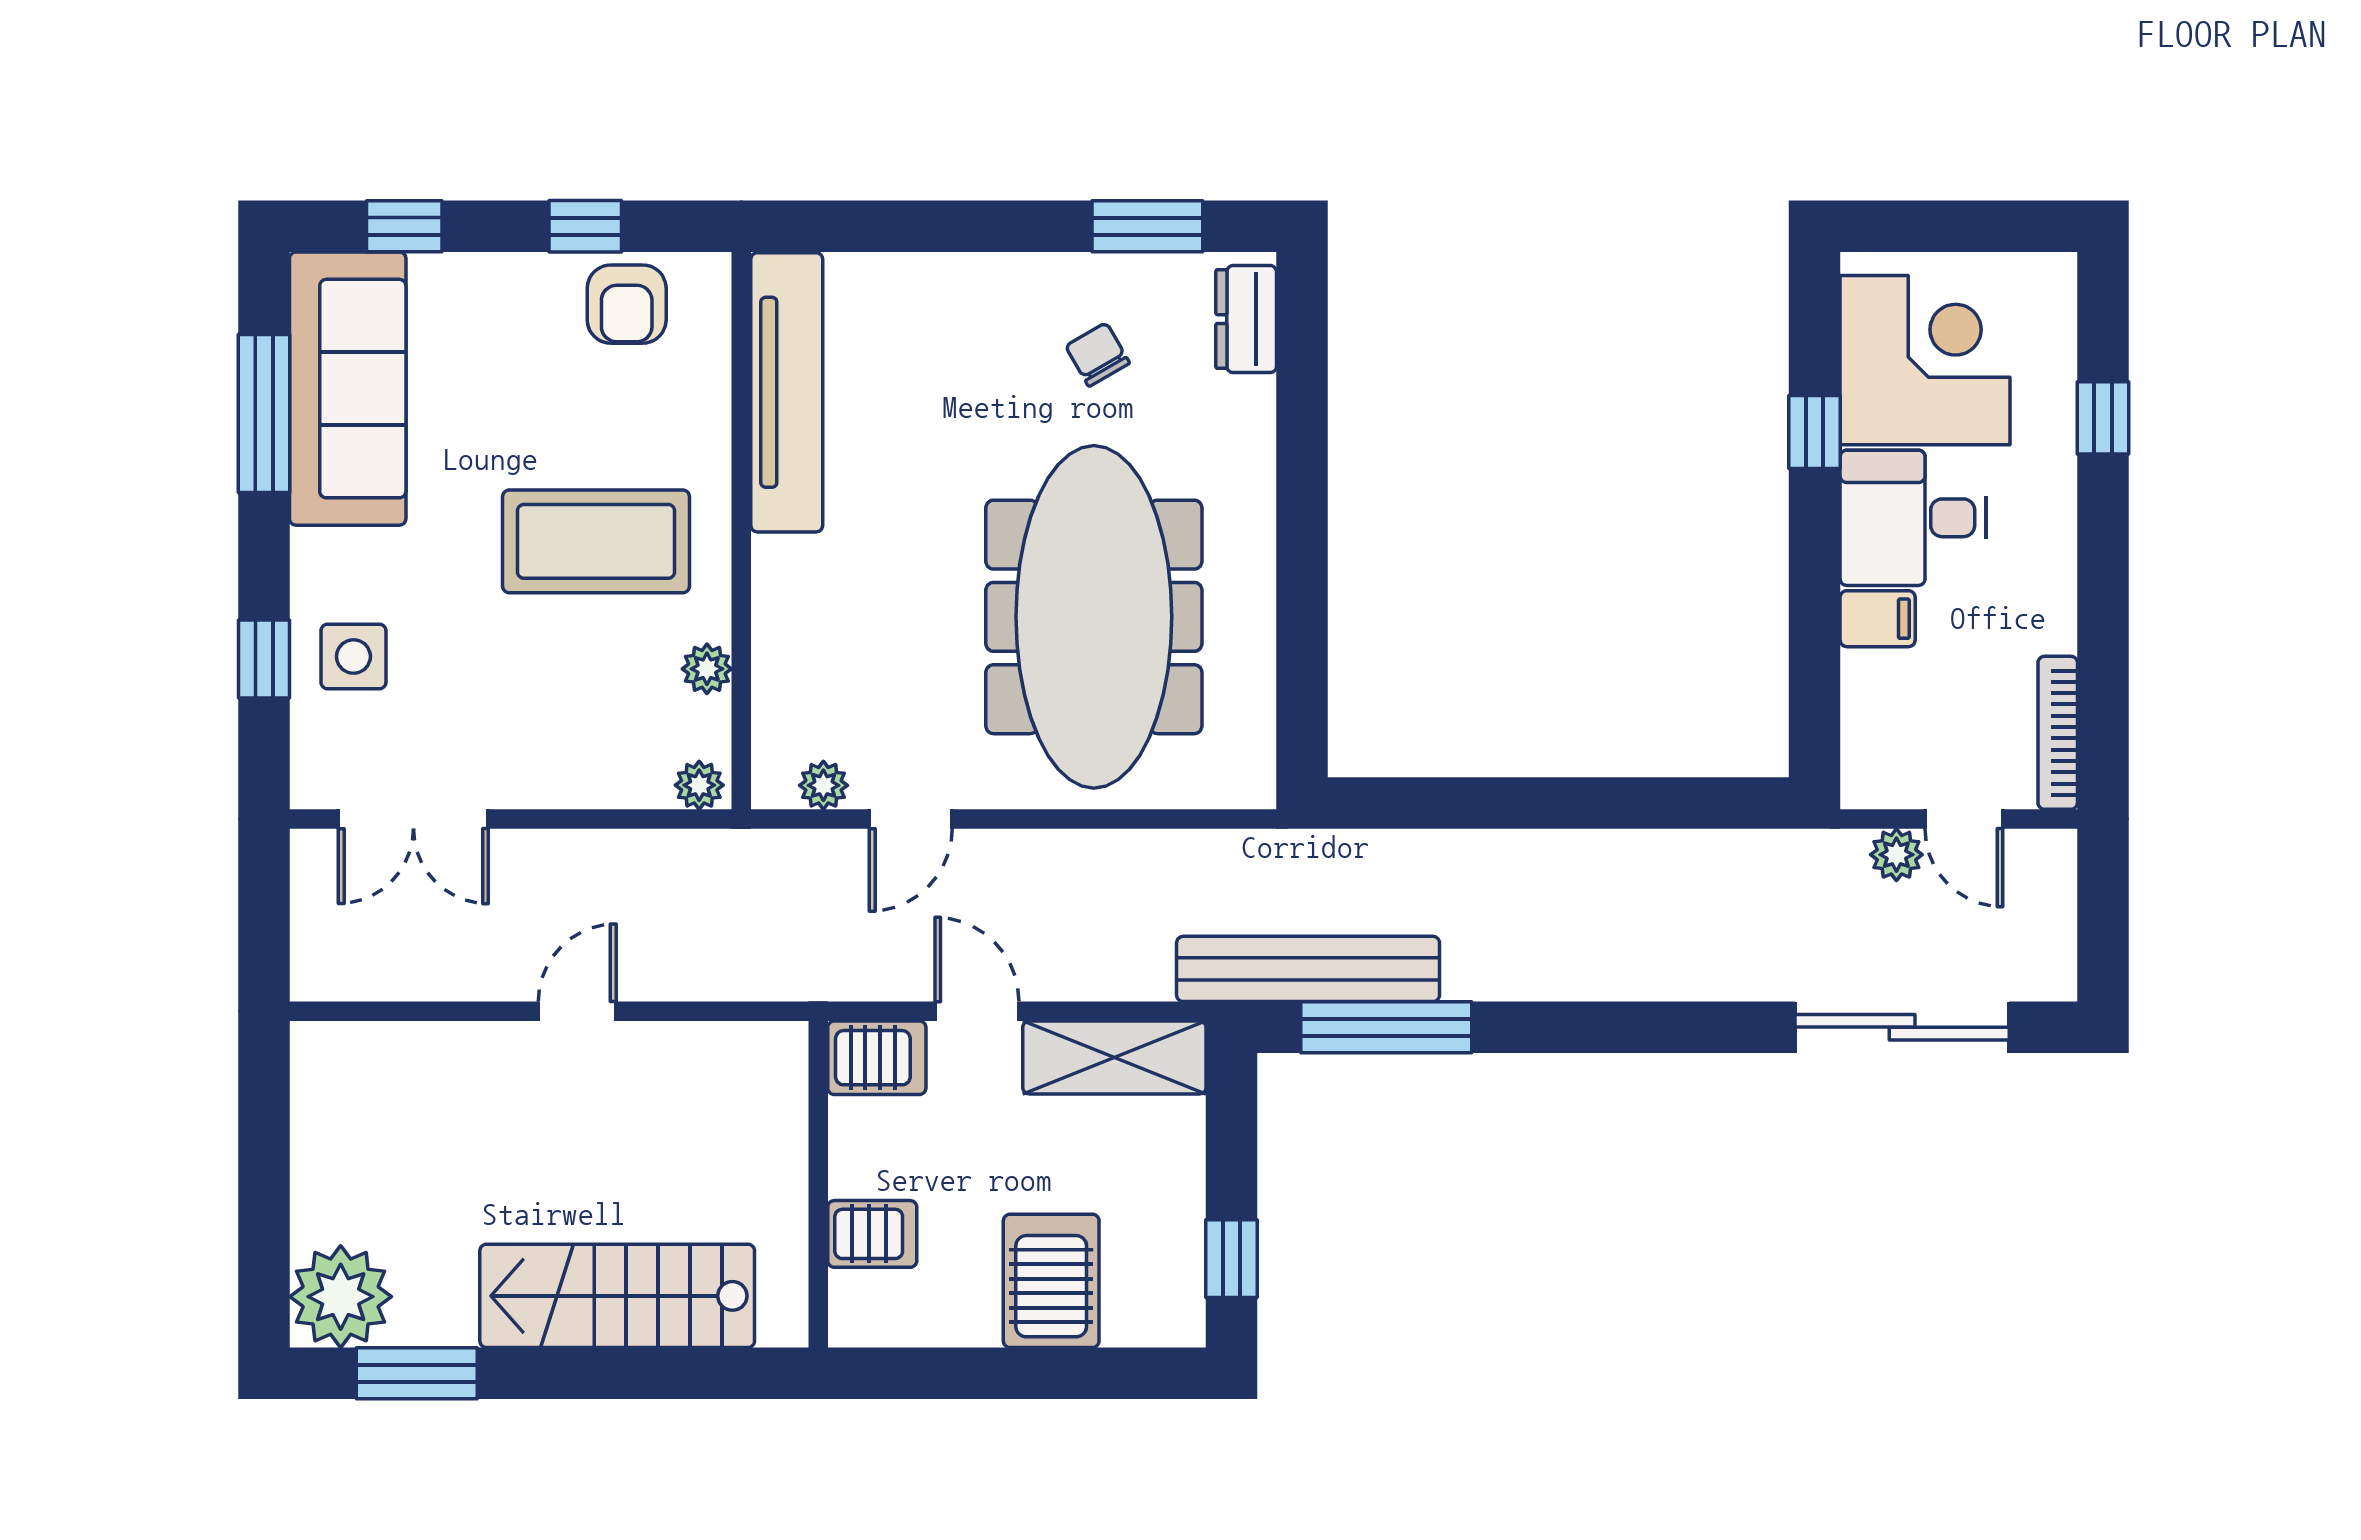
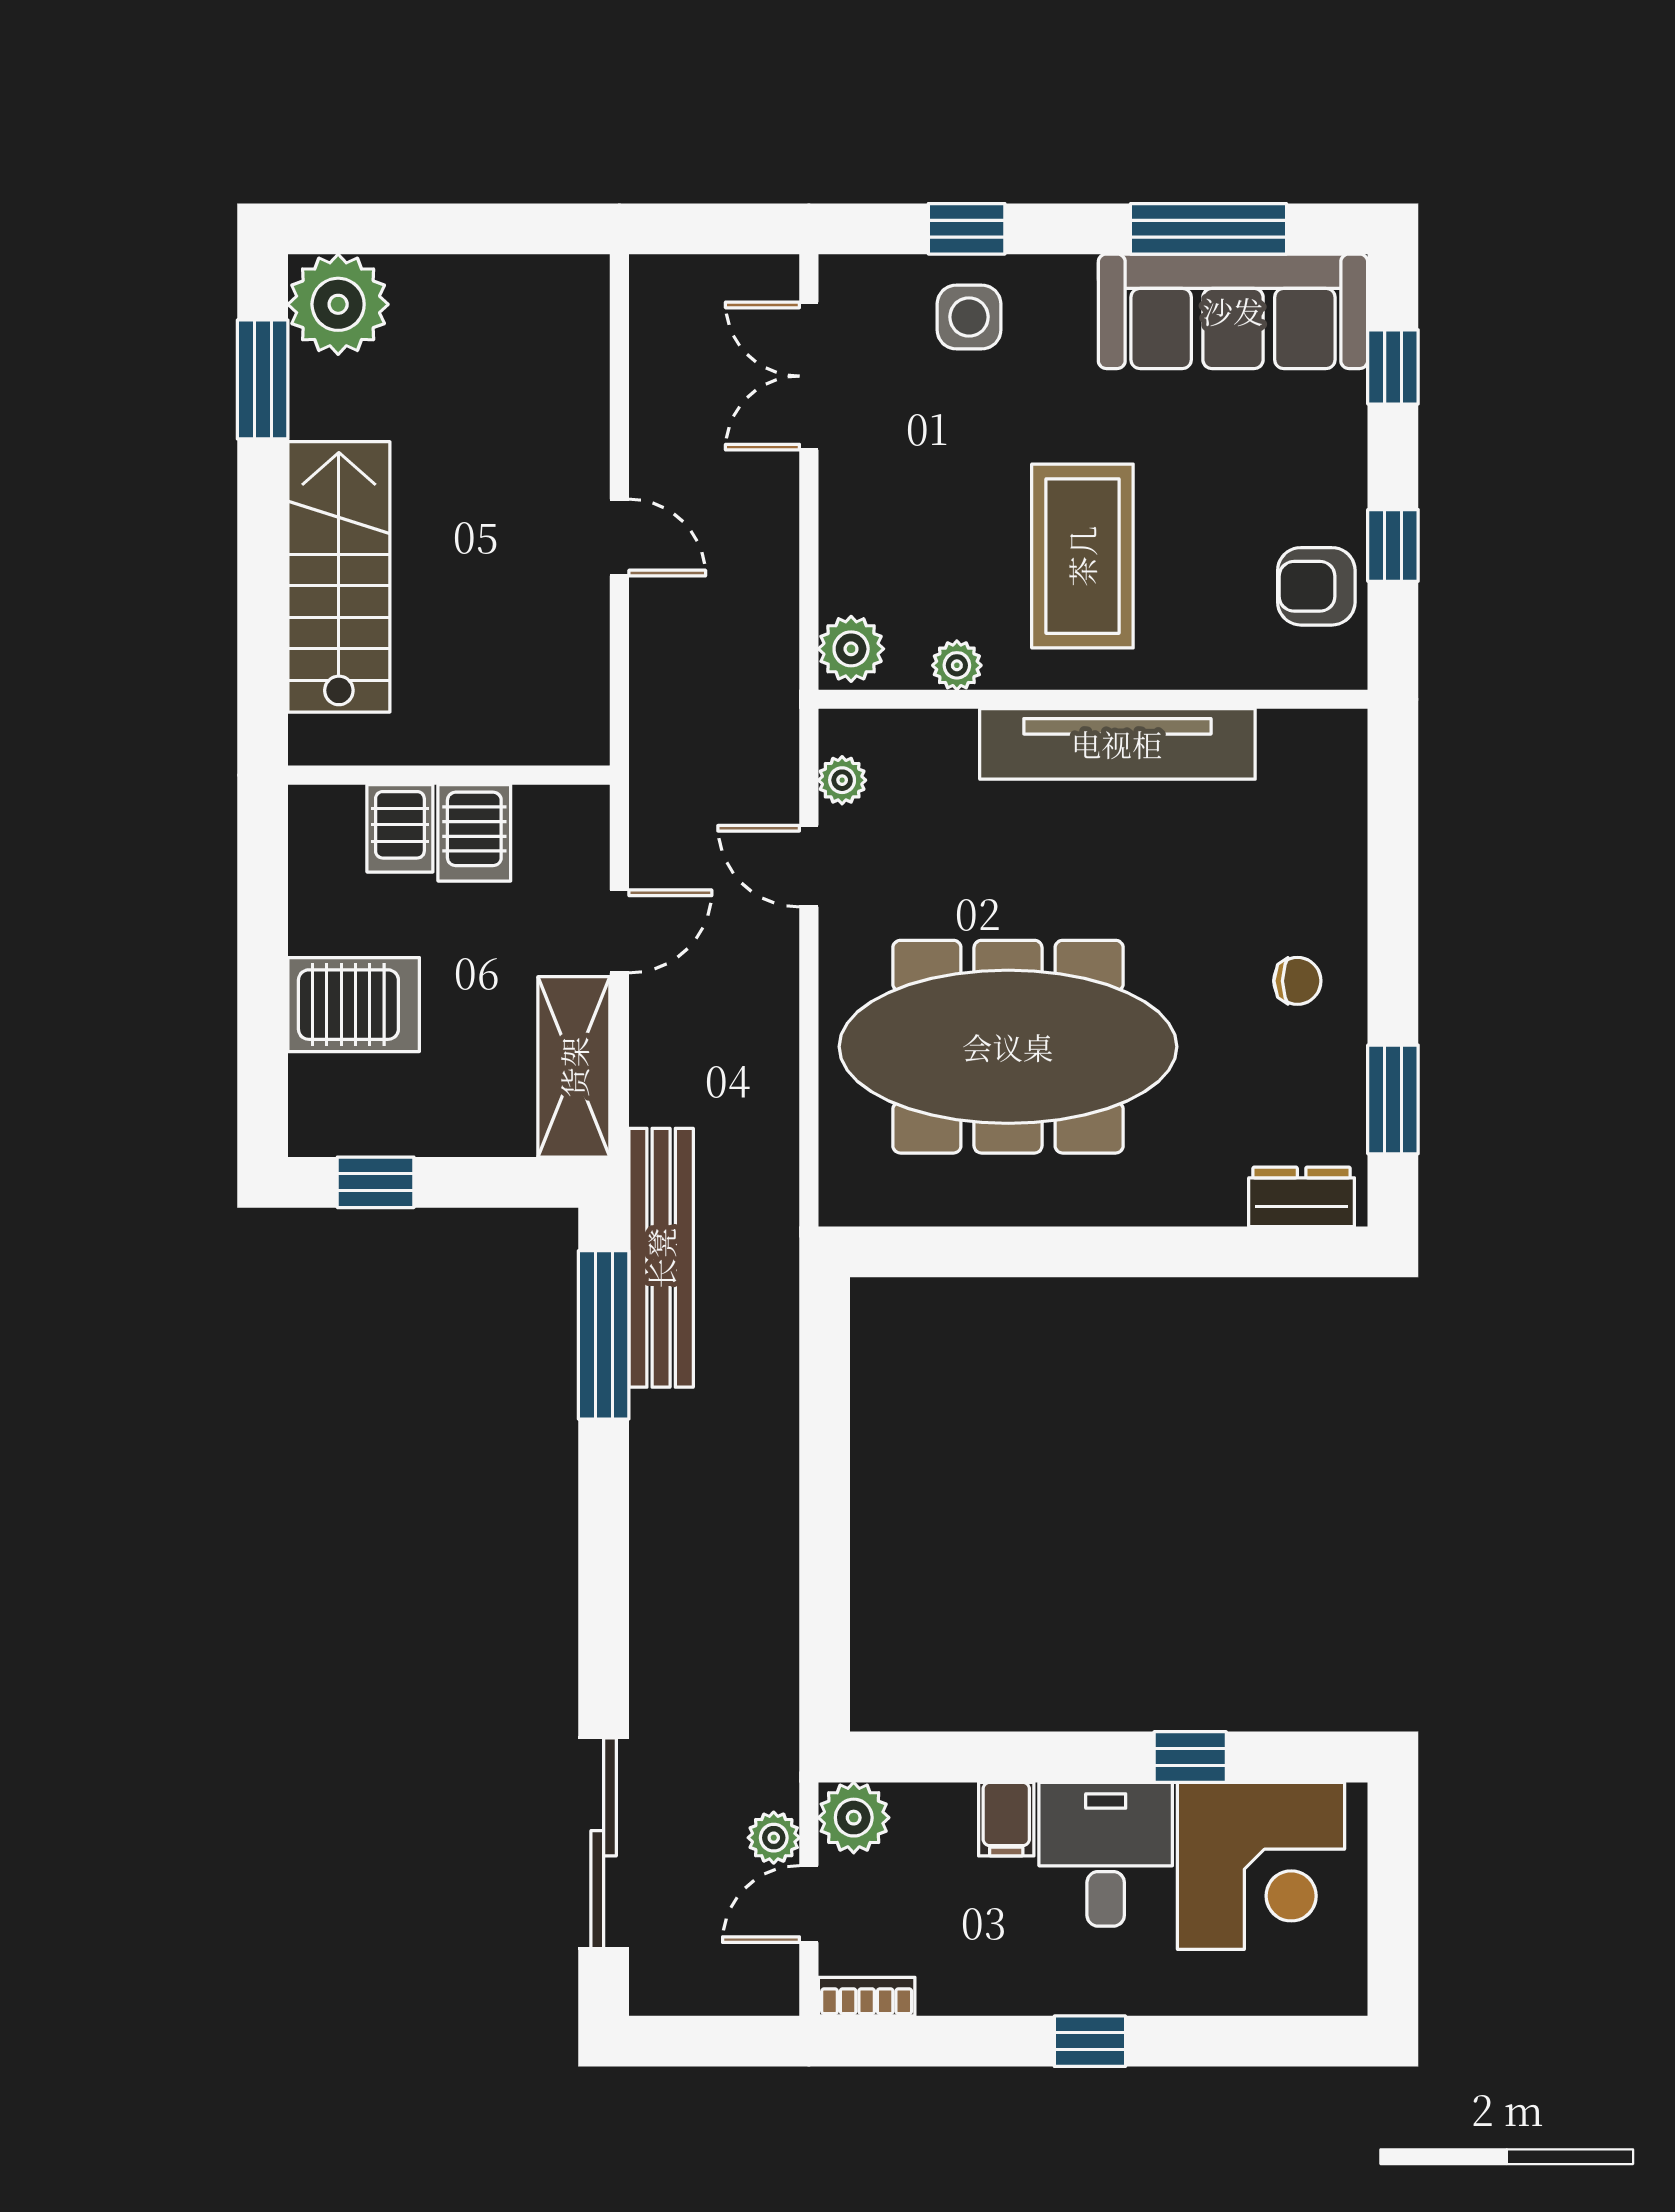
chair: (1098, 355) -> (1297, 981), moved, turned 30
tv unit: (787, 392) -> (1117, 744), moved
window: (2103, 418) -> (1090, 2041), moved
bookcase: (2058, 733) -> (867, 1997), width x0.64
plant: (1876, 774) -> (854, 1818), added
plant: (699, 785) -> (851, 649), width x1.38, depth x1.38
server rack: (877, 1058) -> (474, 833), moved

